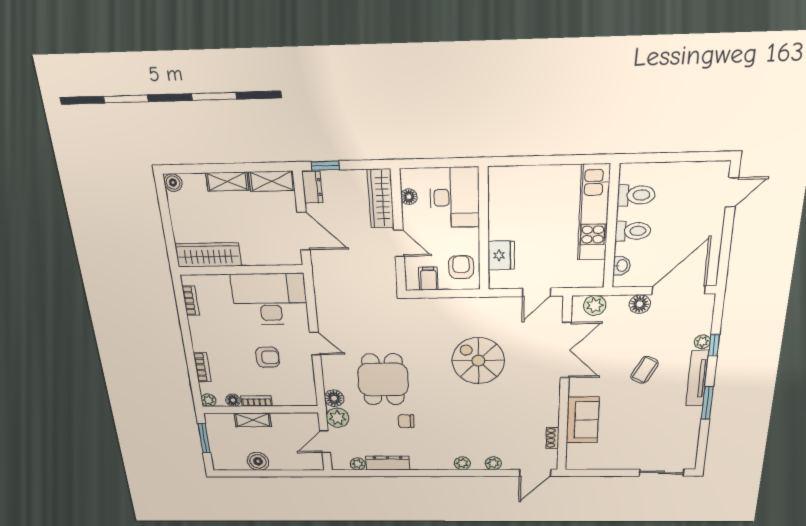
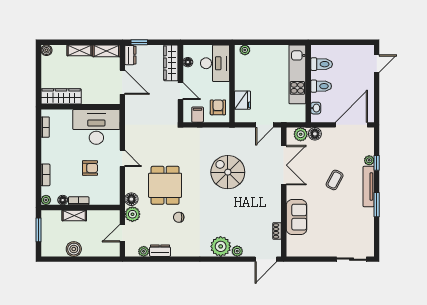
plant: (505, 174) -> (245, 50), added
floor lamp: (640, 304) -> (315, 134), moved
dresser: (388, 463) -> (160, 251), width x0.70
plant: (462, 463) -> (221, 246), width x1.88, depth x1.88

